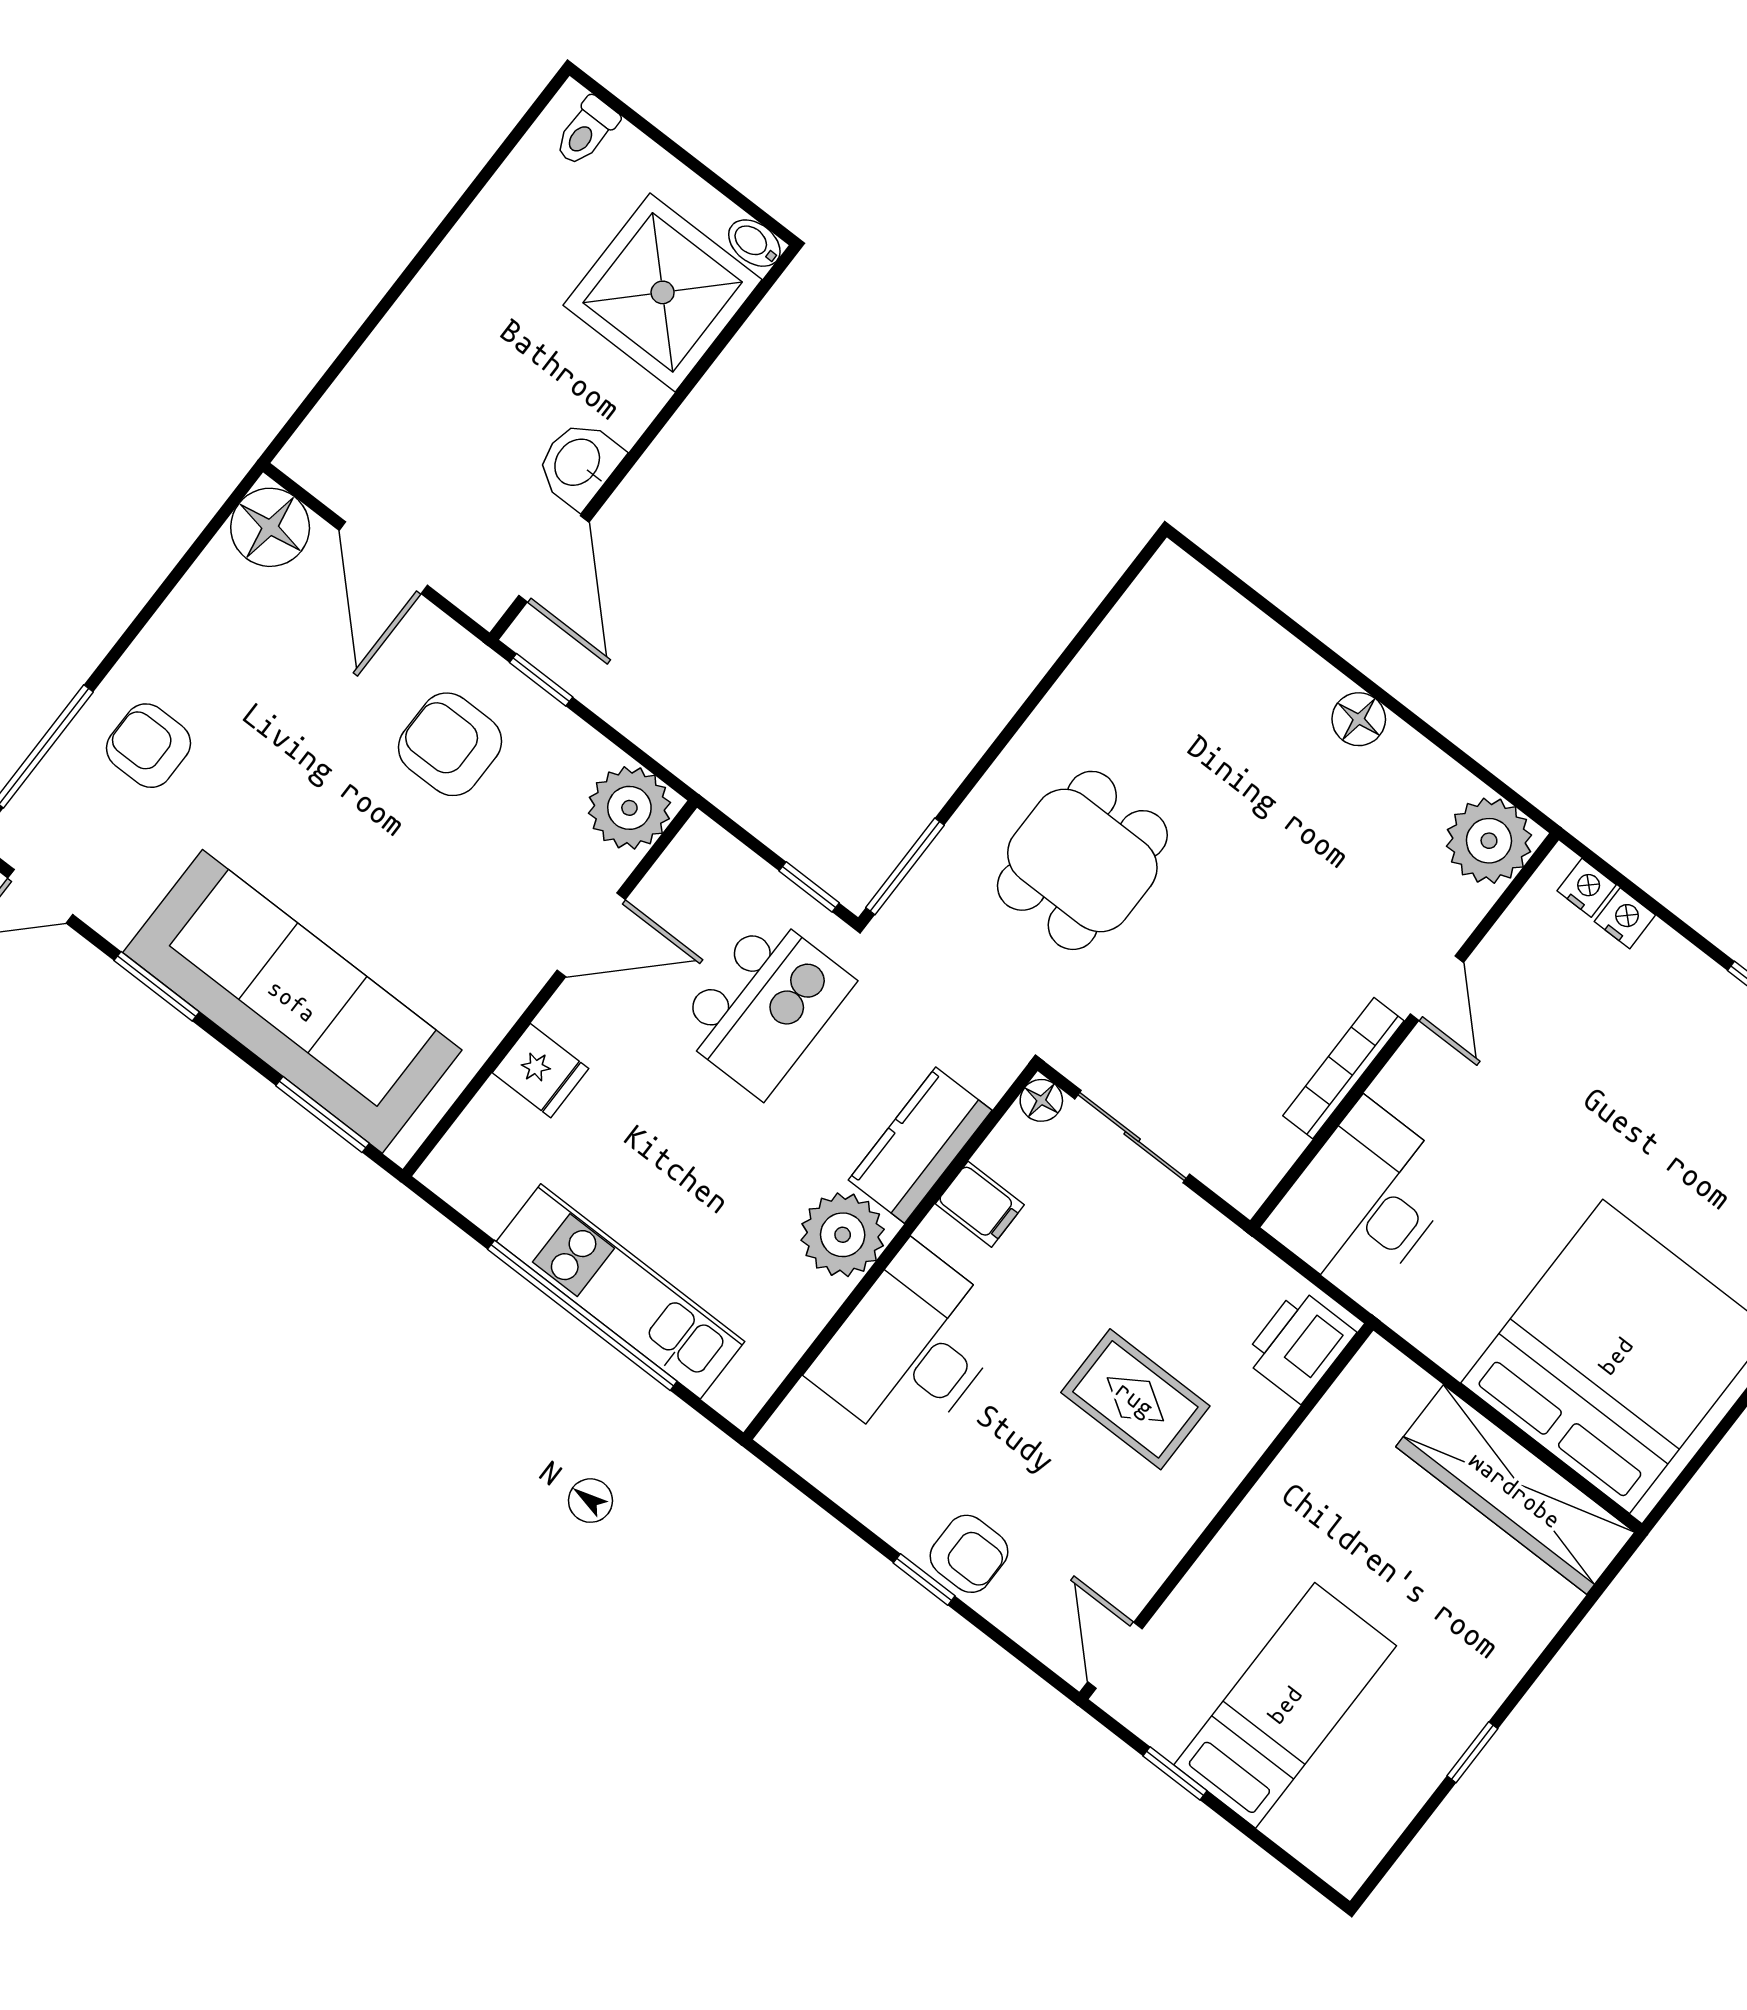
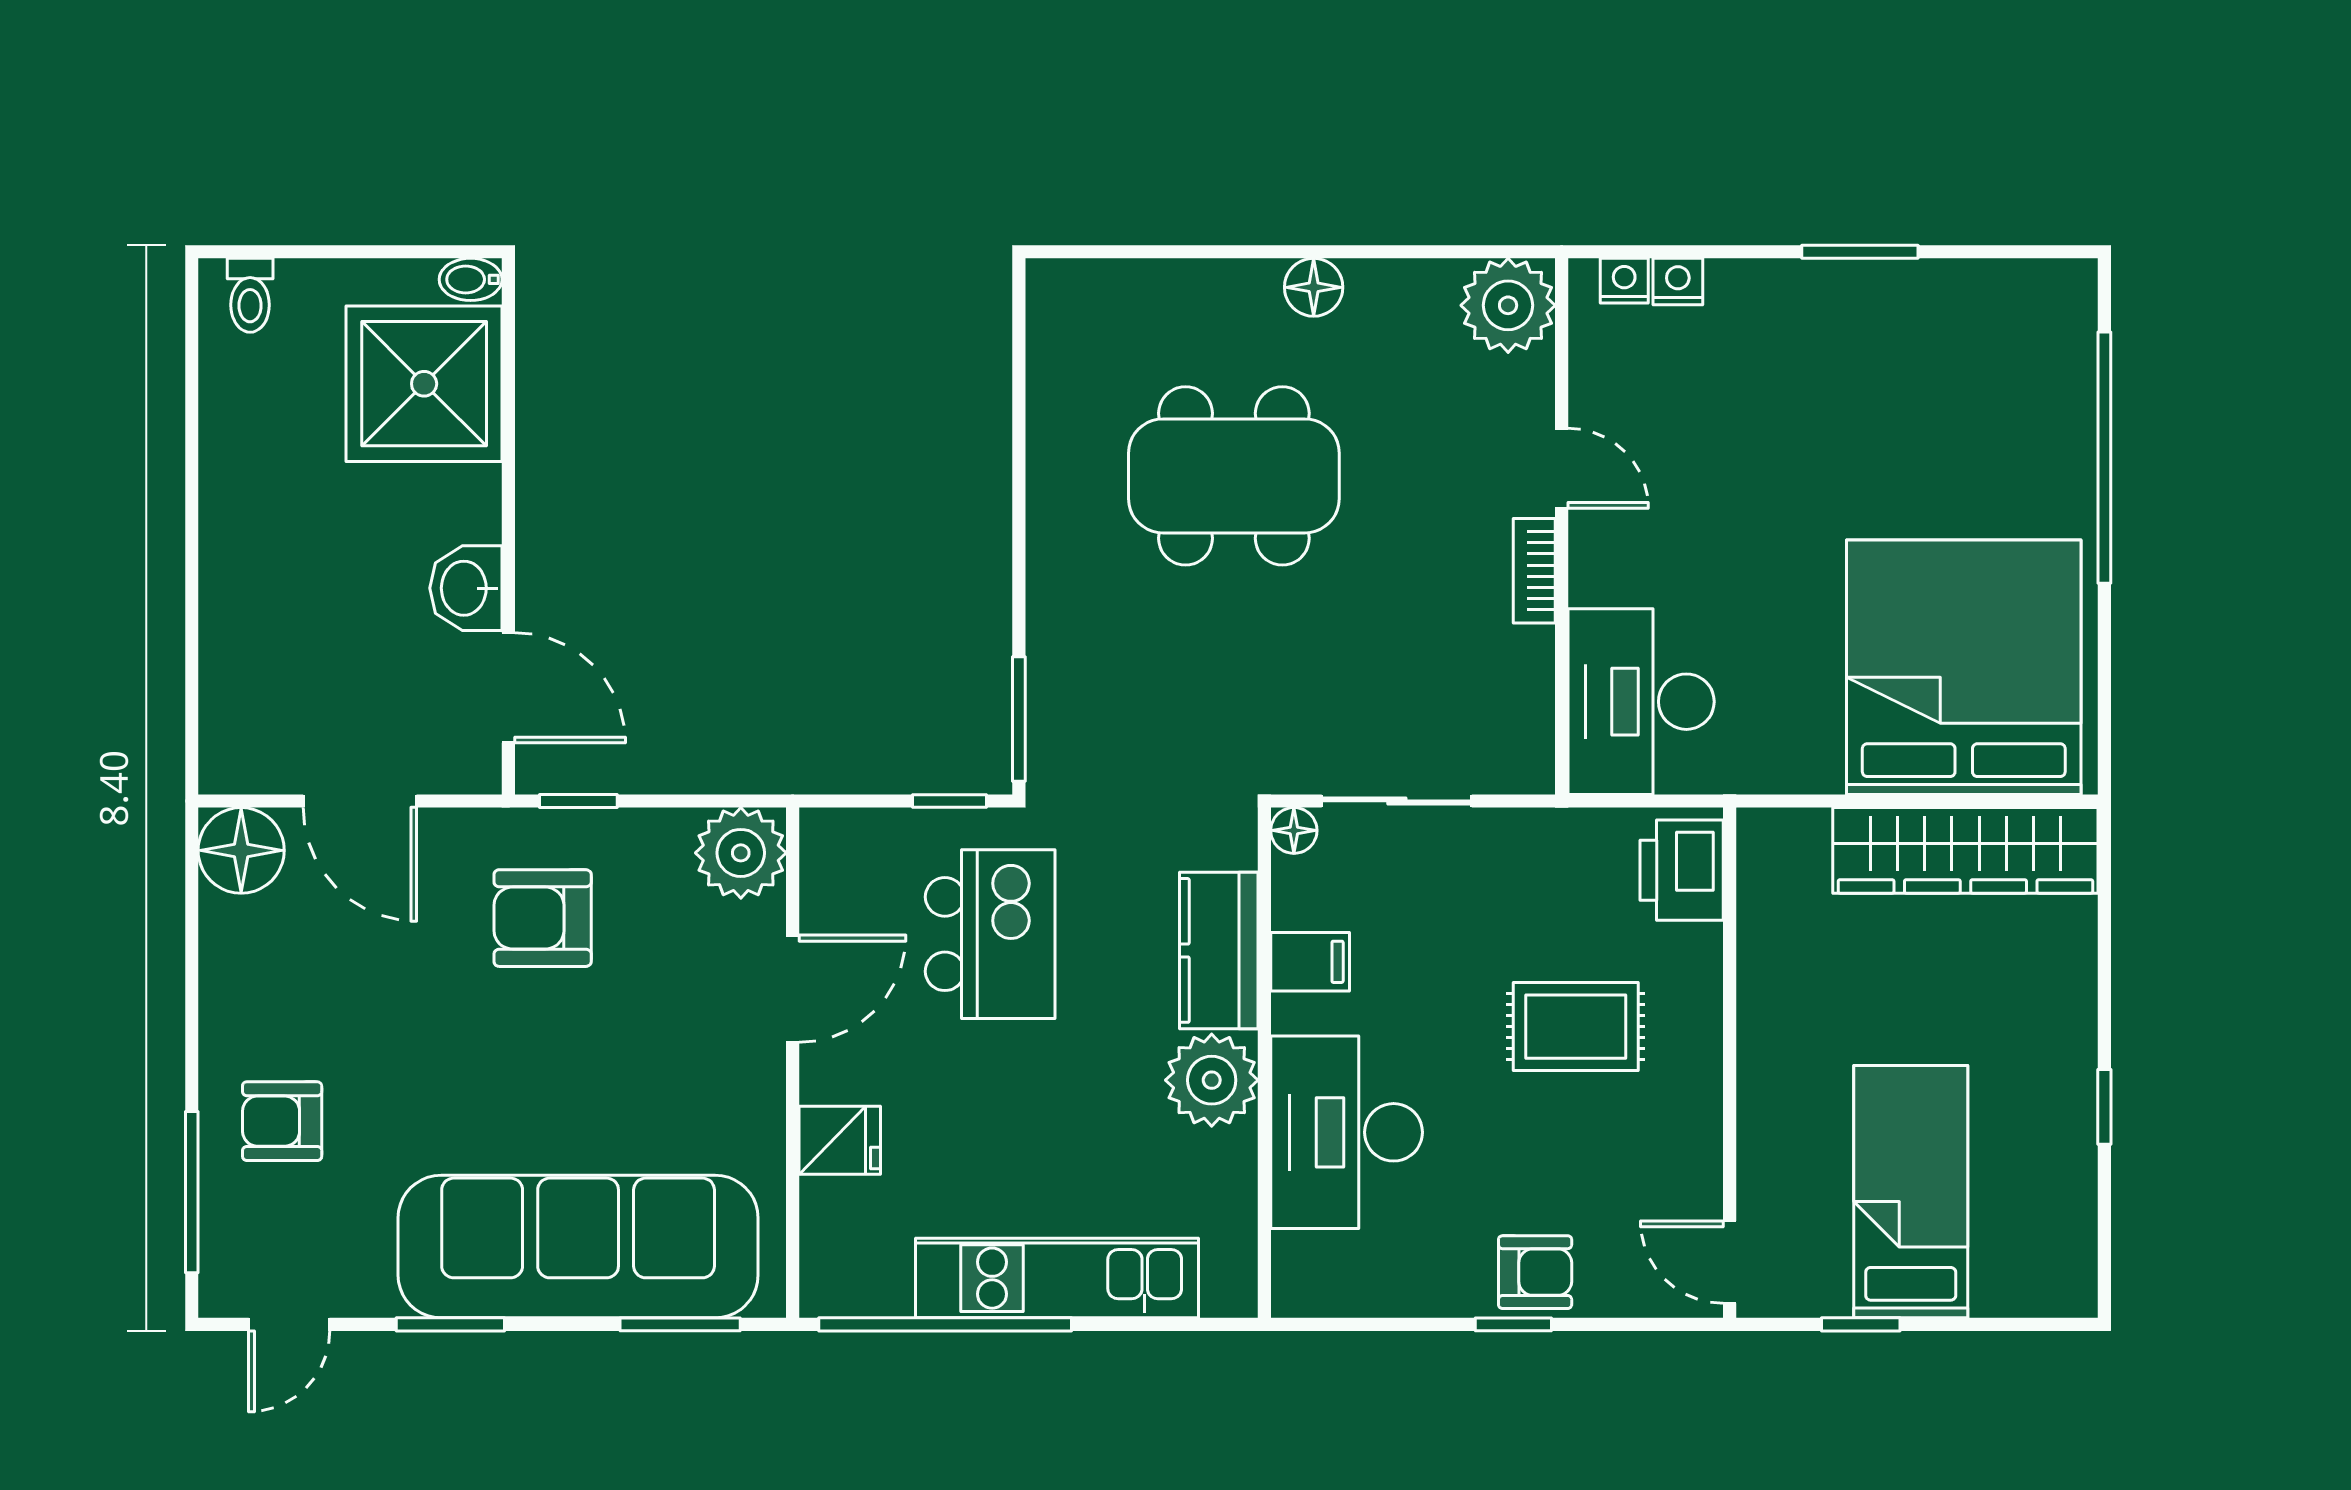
dining table: (1082, 860) -> (1234, 476), moved, width x1.38
bookcase: (1343, 1068) -> (1534, 571), width x0.64
window: (582, 1315) -> (945, 1324), moved

